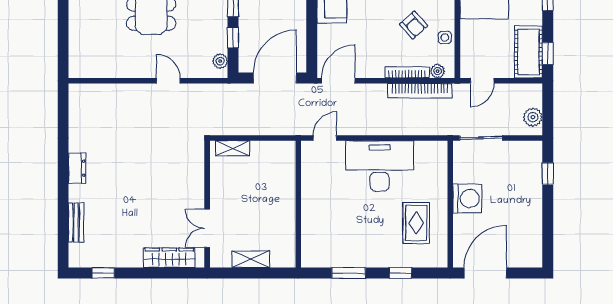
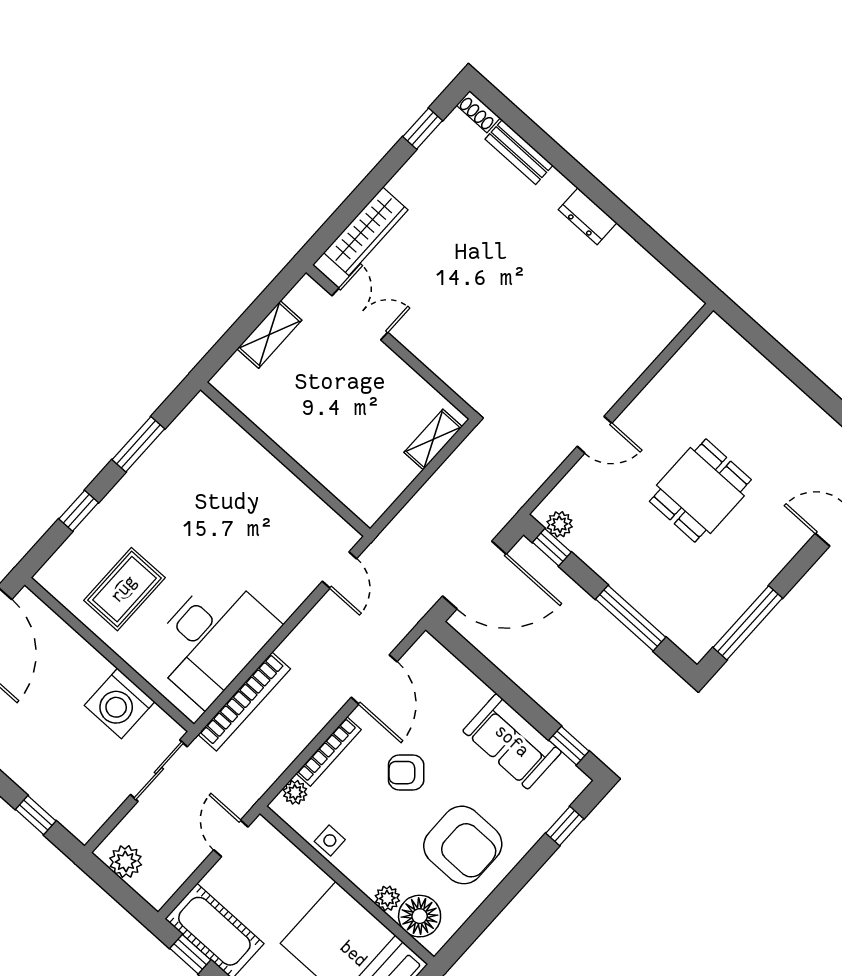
armchair: (414, 25) -> (406, 773), moved
window: (233, 38) -> (552, 547), moved
door: (275, 78) -> (474, 575), hinge flipped
door: (338, 81) -> (374, 680), moved
bookcase: (420, 91) -> (244, 702), moved, turned 180
desk: (380, 166) -> (212, 639), moved
washing machine: (467, 199) -> (119, 704), moved
rug: (416, 223) -> (124, 589), turned 90
shoe rack: (74, 256) -> (478, 112), added

